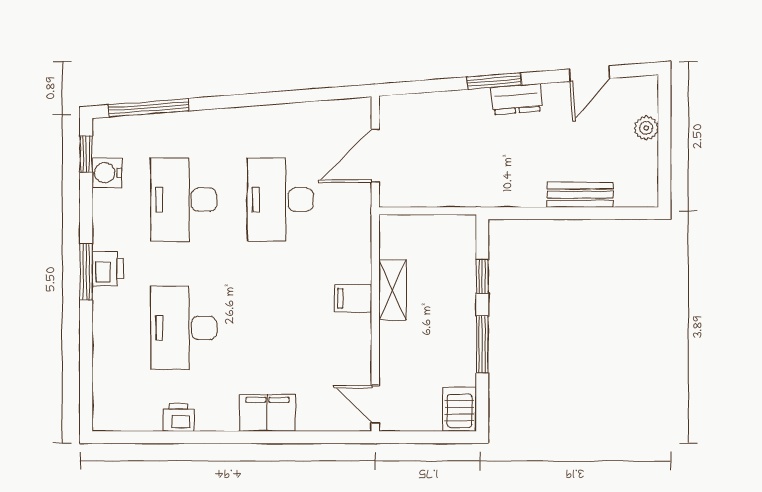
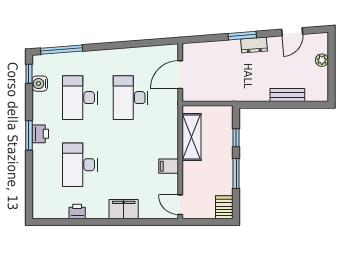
shelving: (392, 290) -> (192, 137), width x1.50, depth x1.33
filing cabinet: (353, 298) -> (169, 166), moved

